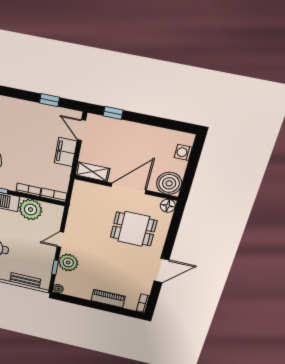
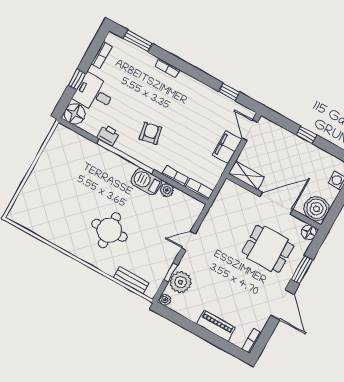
window: (113, 113) -> (307, 135), moved
plant: (31, 210) -> (167, 190), width x0.53, depth x0.53
window: (171, 239) -> (302, 270), added
plant: (68, 263) -> (180, 282), moved
door: (161, 270) -> (282, 305), hinge flipped

